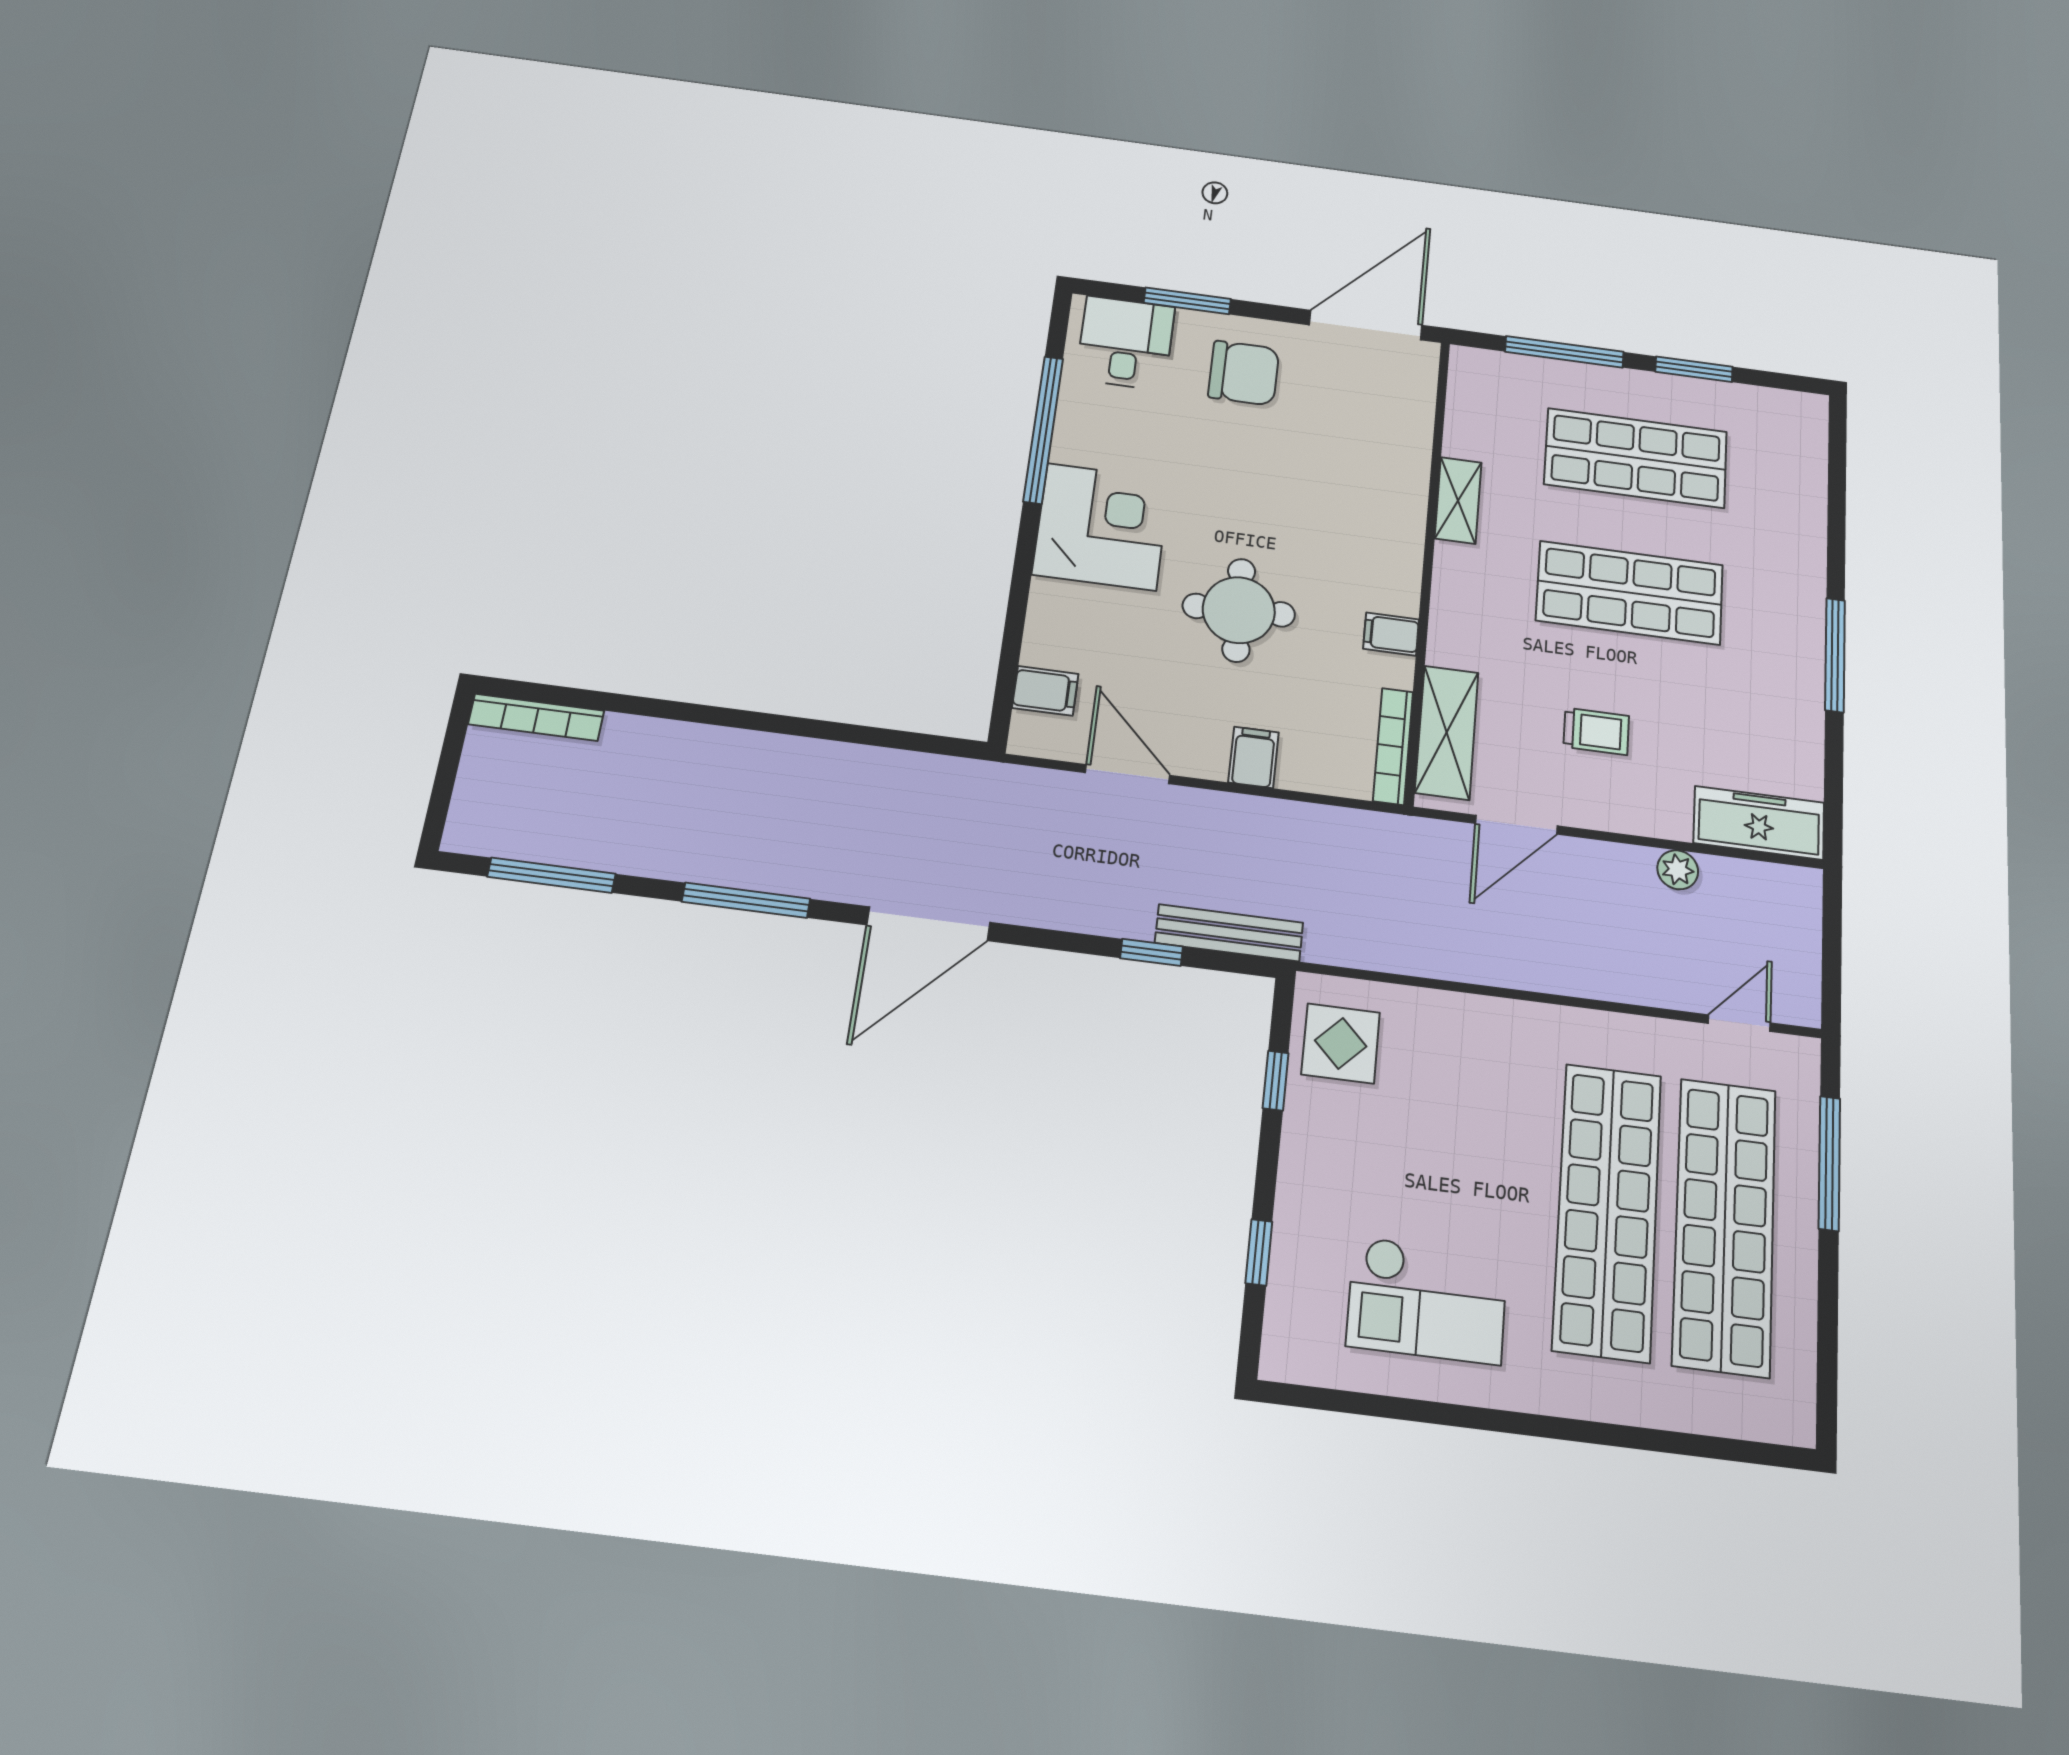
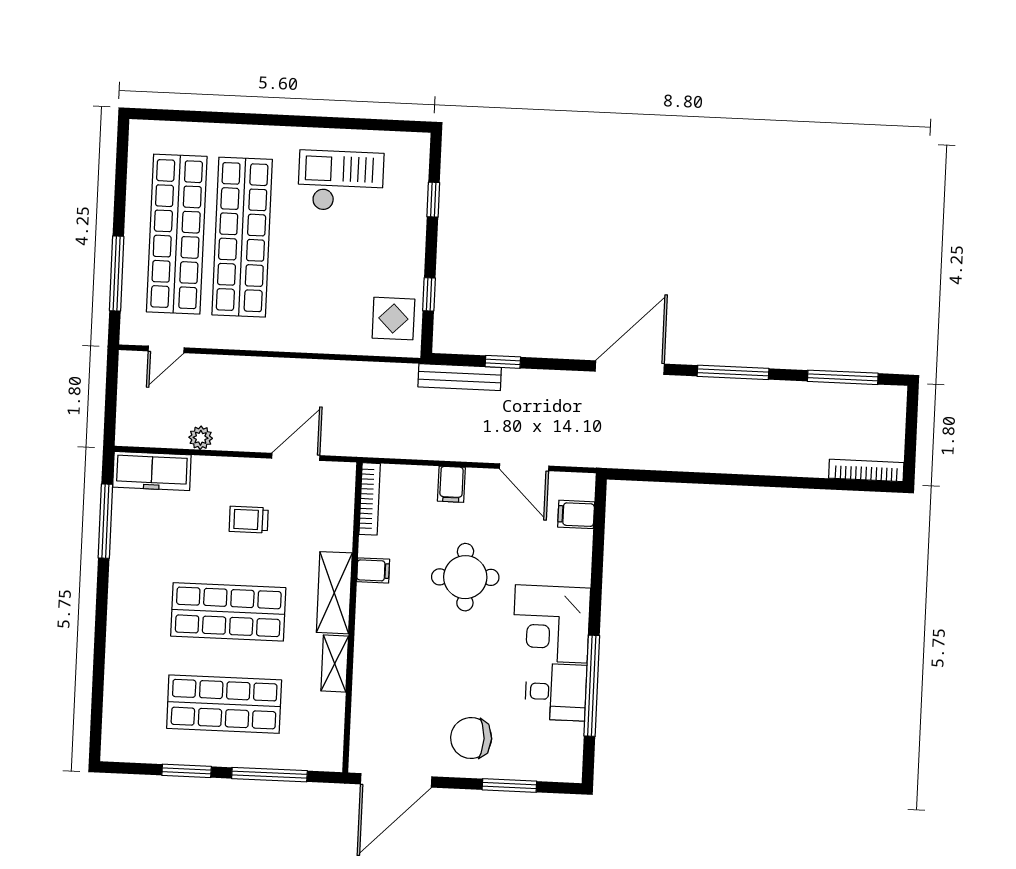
desk: (1125, 343) -> (556, 692), moved, turned -90
window: (1835, 655) -> (105, 521), moved
shelving: (1447, 732) -> (334, 593), moved

